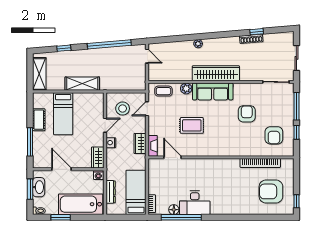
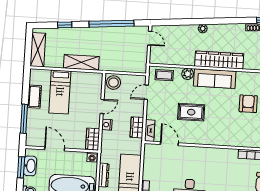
stool: (123, 109) -> (114, 83), moved

